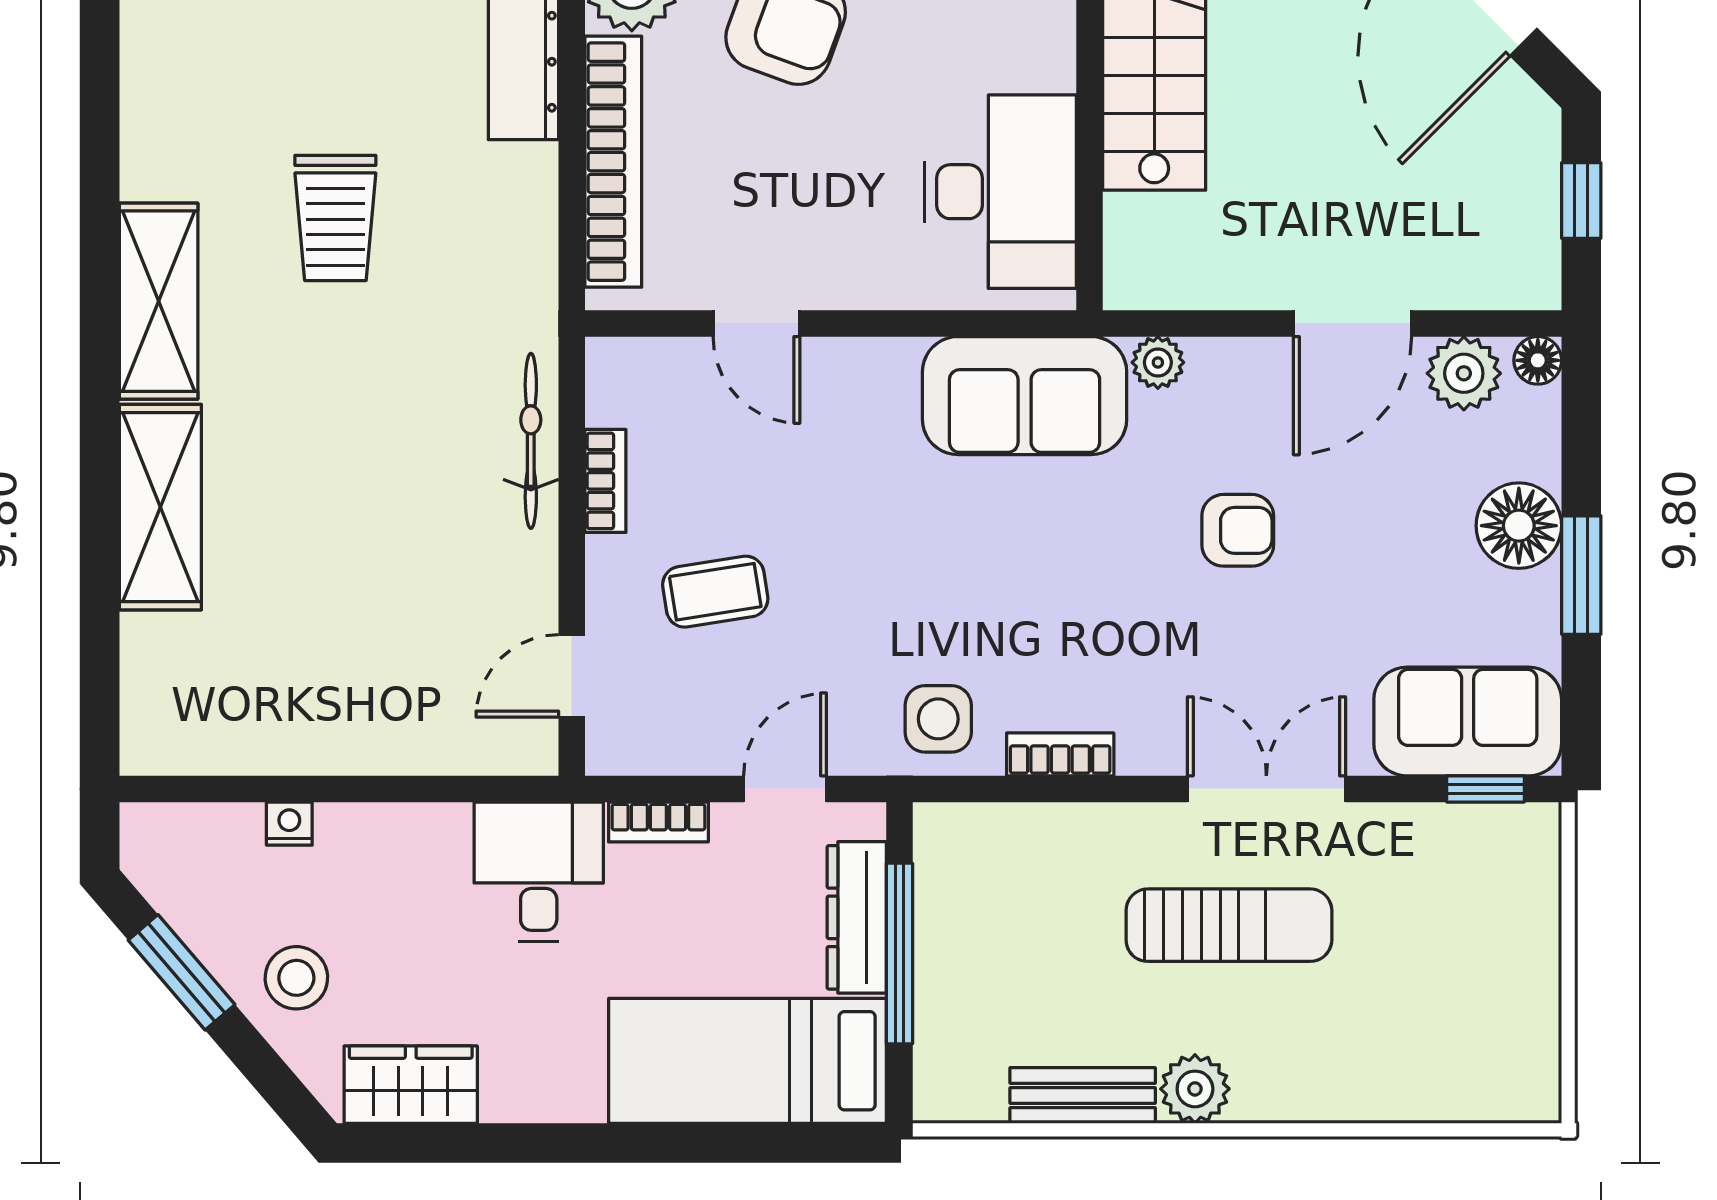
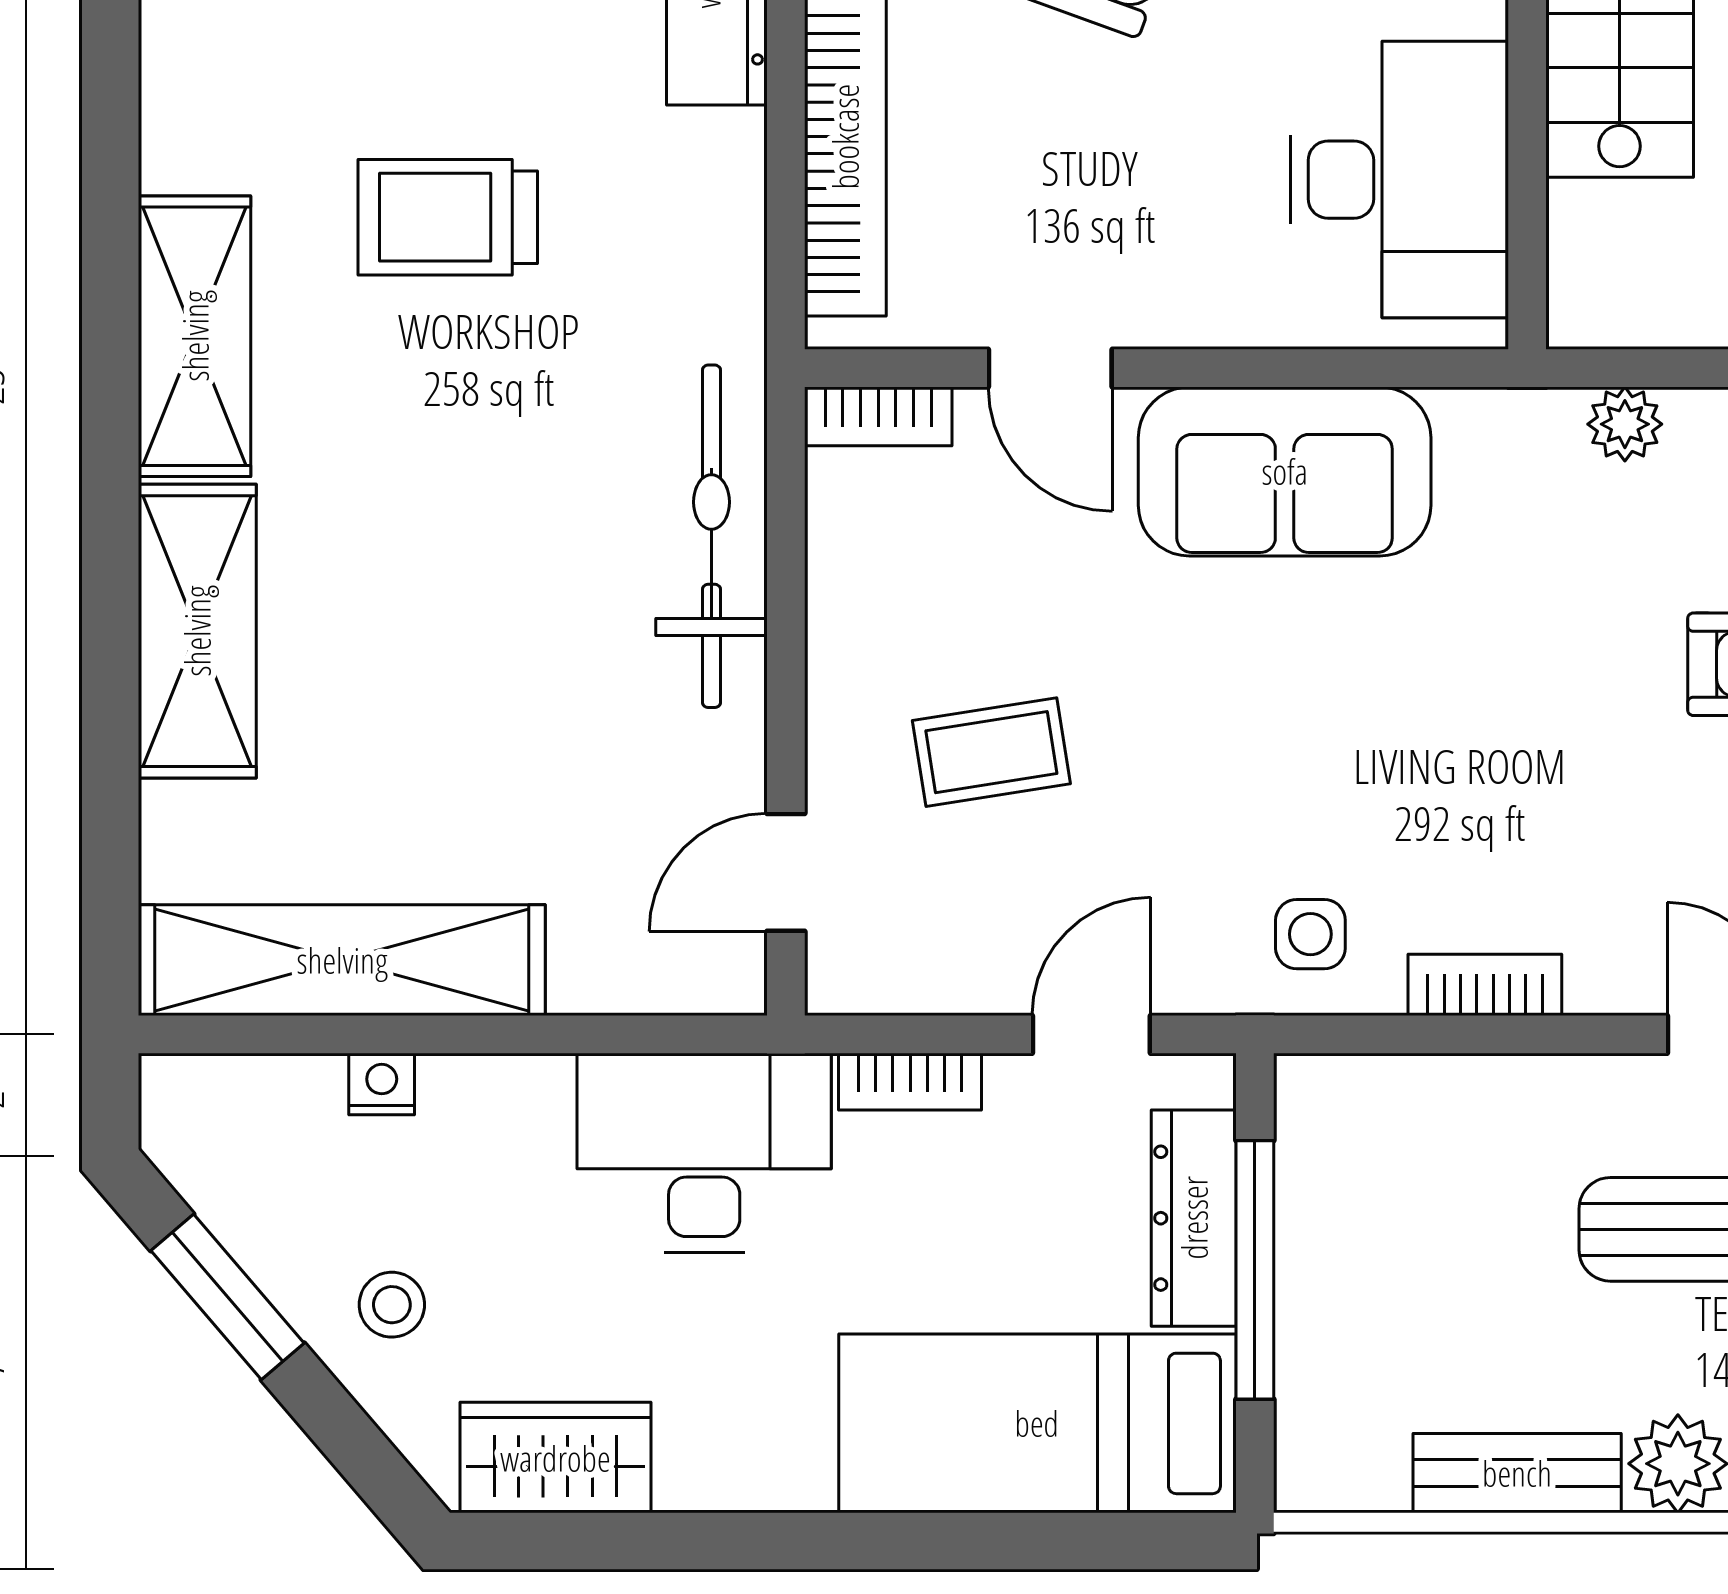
trolley: (335, 218) -> (448, 217), turned 90
sofa: (1025, 396) -> (1285, 471), moved
bicycle: (531, 441) -> (711, 536), width x1.37, depth x1.40
bookcase: (605, 481) -> (878, 416), moved, turned 90
side table: (938, 719) -> (1310, 934), width x0.73, depth x0.73
shelving: (261, 737) -> (342, 960), added
desk: (539, 872) -> (704, 1153), width x1.37
stool: (296, 978) -> (392, 1305), width x0.73, depth x0.73

